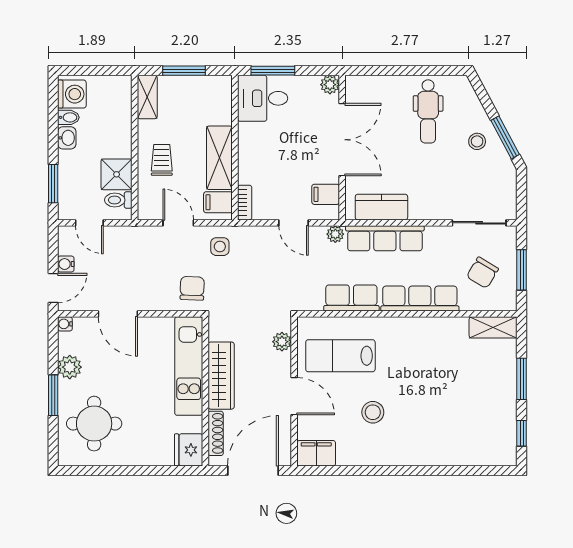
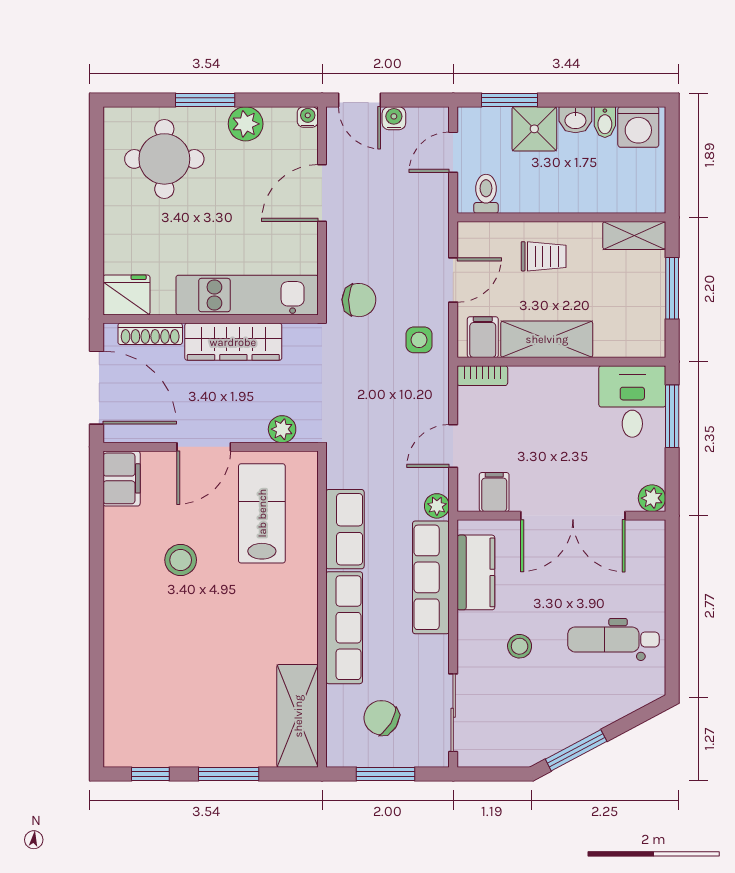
stool: (477, 141) -> (520, 646), moved
shower: (117, 174) -> (534, 129), moved
shelving: (493, 327) -> (298, 716), width x1.50, depth x1.33

